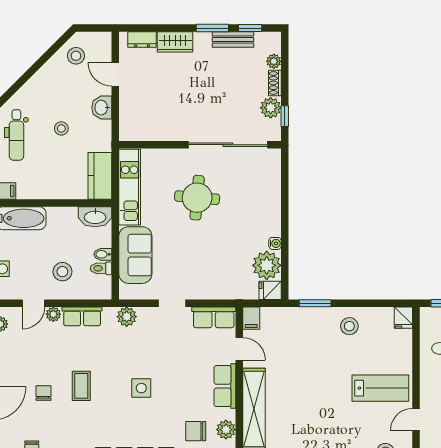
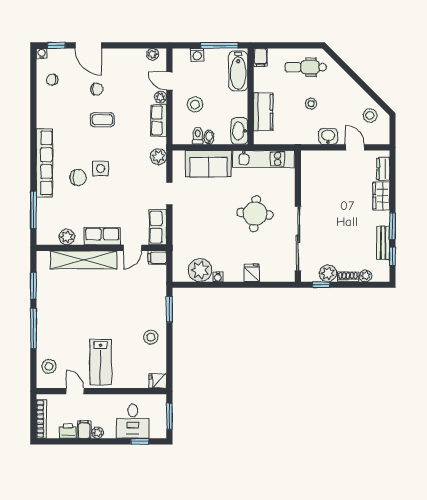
door: (115, 74) -> (355, 147), hinge flipped
kitchen counter: (100, 176) -> (263, 112), moved, turned 90
fridge: (270, 290) -> (252, 273), moved
chair: (196, 431) -> (78, 178), moved, turned 91

